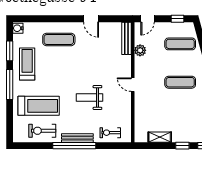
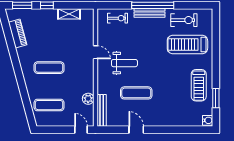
door: (147, 19) -> (81, 130), hinge flipped
window: (178, 19) -> (52, 130), removed
exercise mat: (59, 39) -> (136, 93), moved
window: (10, 85) -> (216, 65), removed
door: (133, 85) -> (95, 52), moved
weight bench: (90, 98) -> (124, 63), moved

